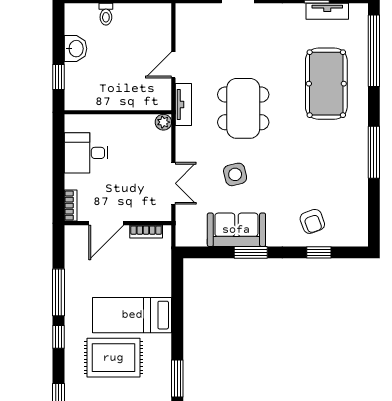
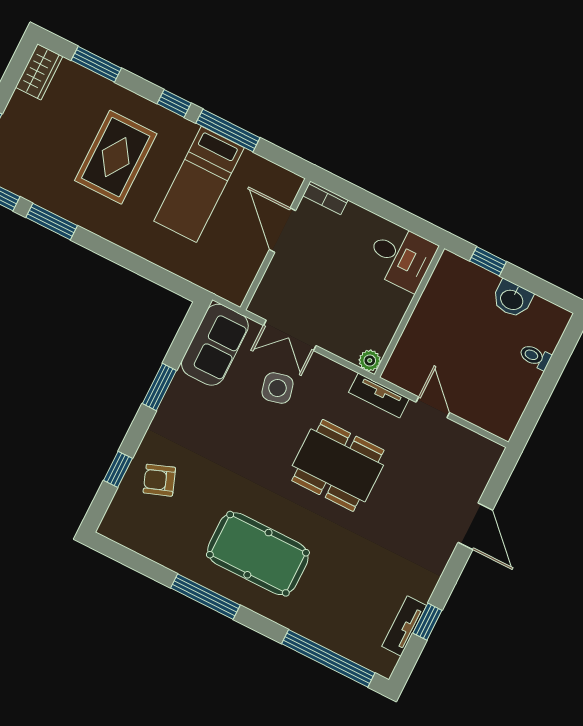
pool table: (326, 84) -> (258, 554), moved
desk: (86, 153) -> (401, 257), moved, turned 90
side table: (235, 174) -> (277, 388), moved
sofa: (236, 230) -> (215, 345), moved
bookcase: (146, 232) -> (248, 273), removed
bed: (132, 315) -> (199, 184), moved, turned 180

